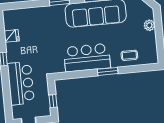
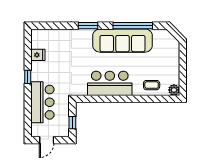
plant: (149, 25) -> (174, 90), moved
window: (108, 71) -> (129, 99), removed

